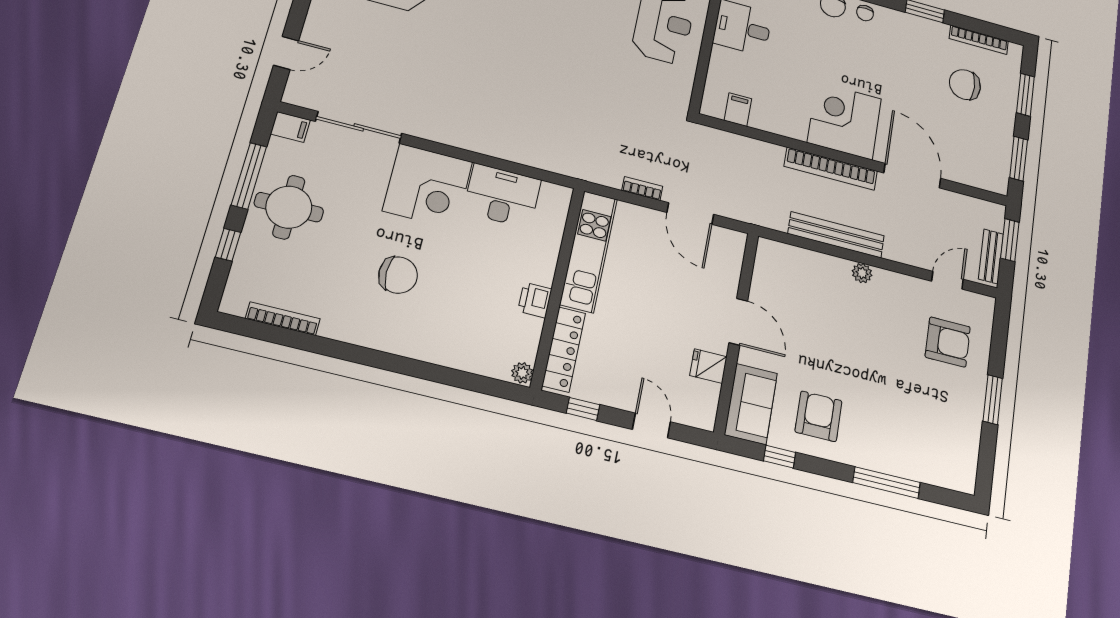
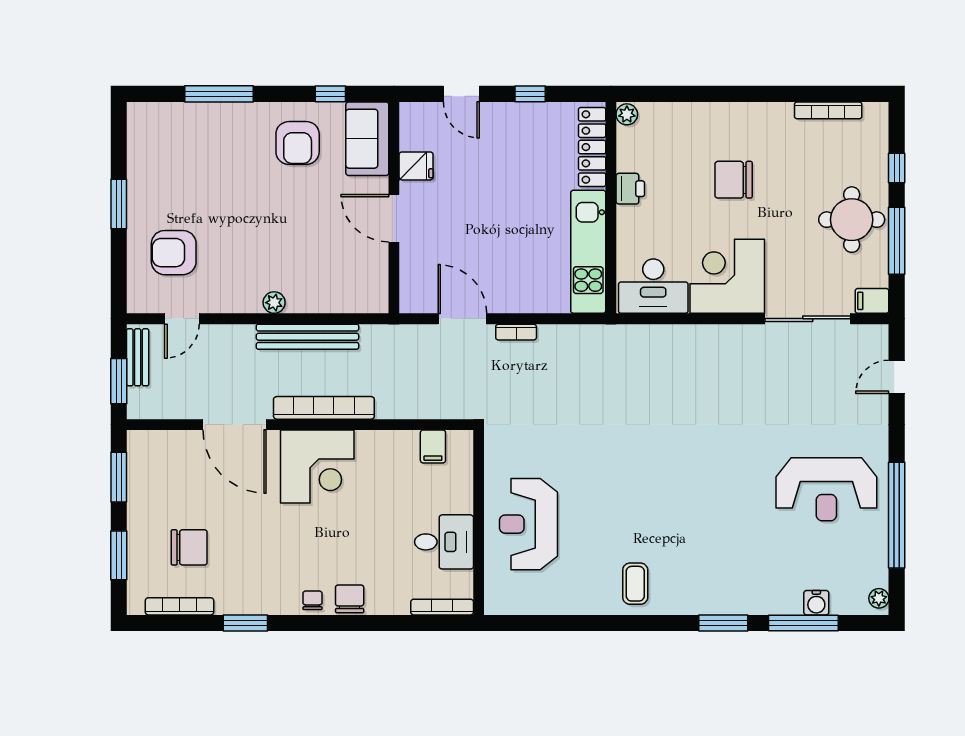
kitchen unit: (589, 251) -> (588, 252), moved
wall: (558, 287) -> (611, 208), moved
printer: (535, 300) -> (630, 189), moved
locker: (564, 349) -> (592, 147), moved
plant: (522, 373) -> (627, 114), moved

